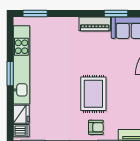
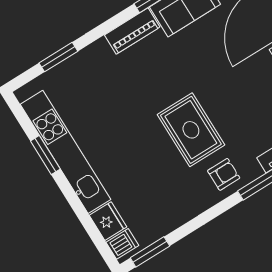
window: (35, 14) -> (58, 57), moved
window: (10, 74) -> (45, 155), moved

